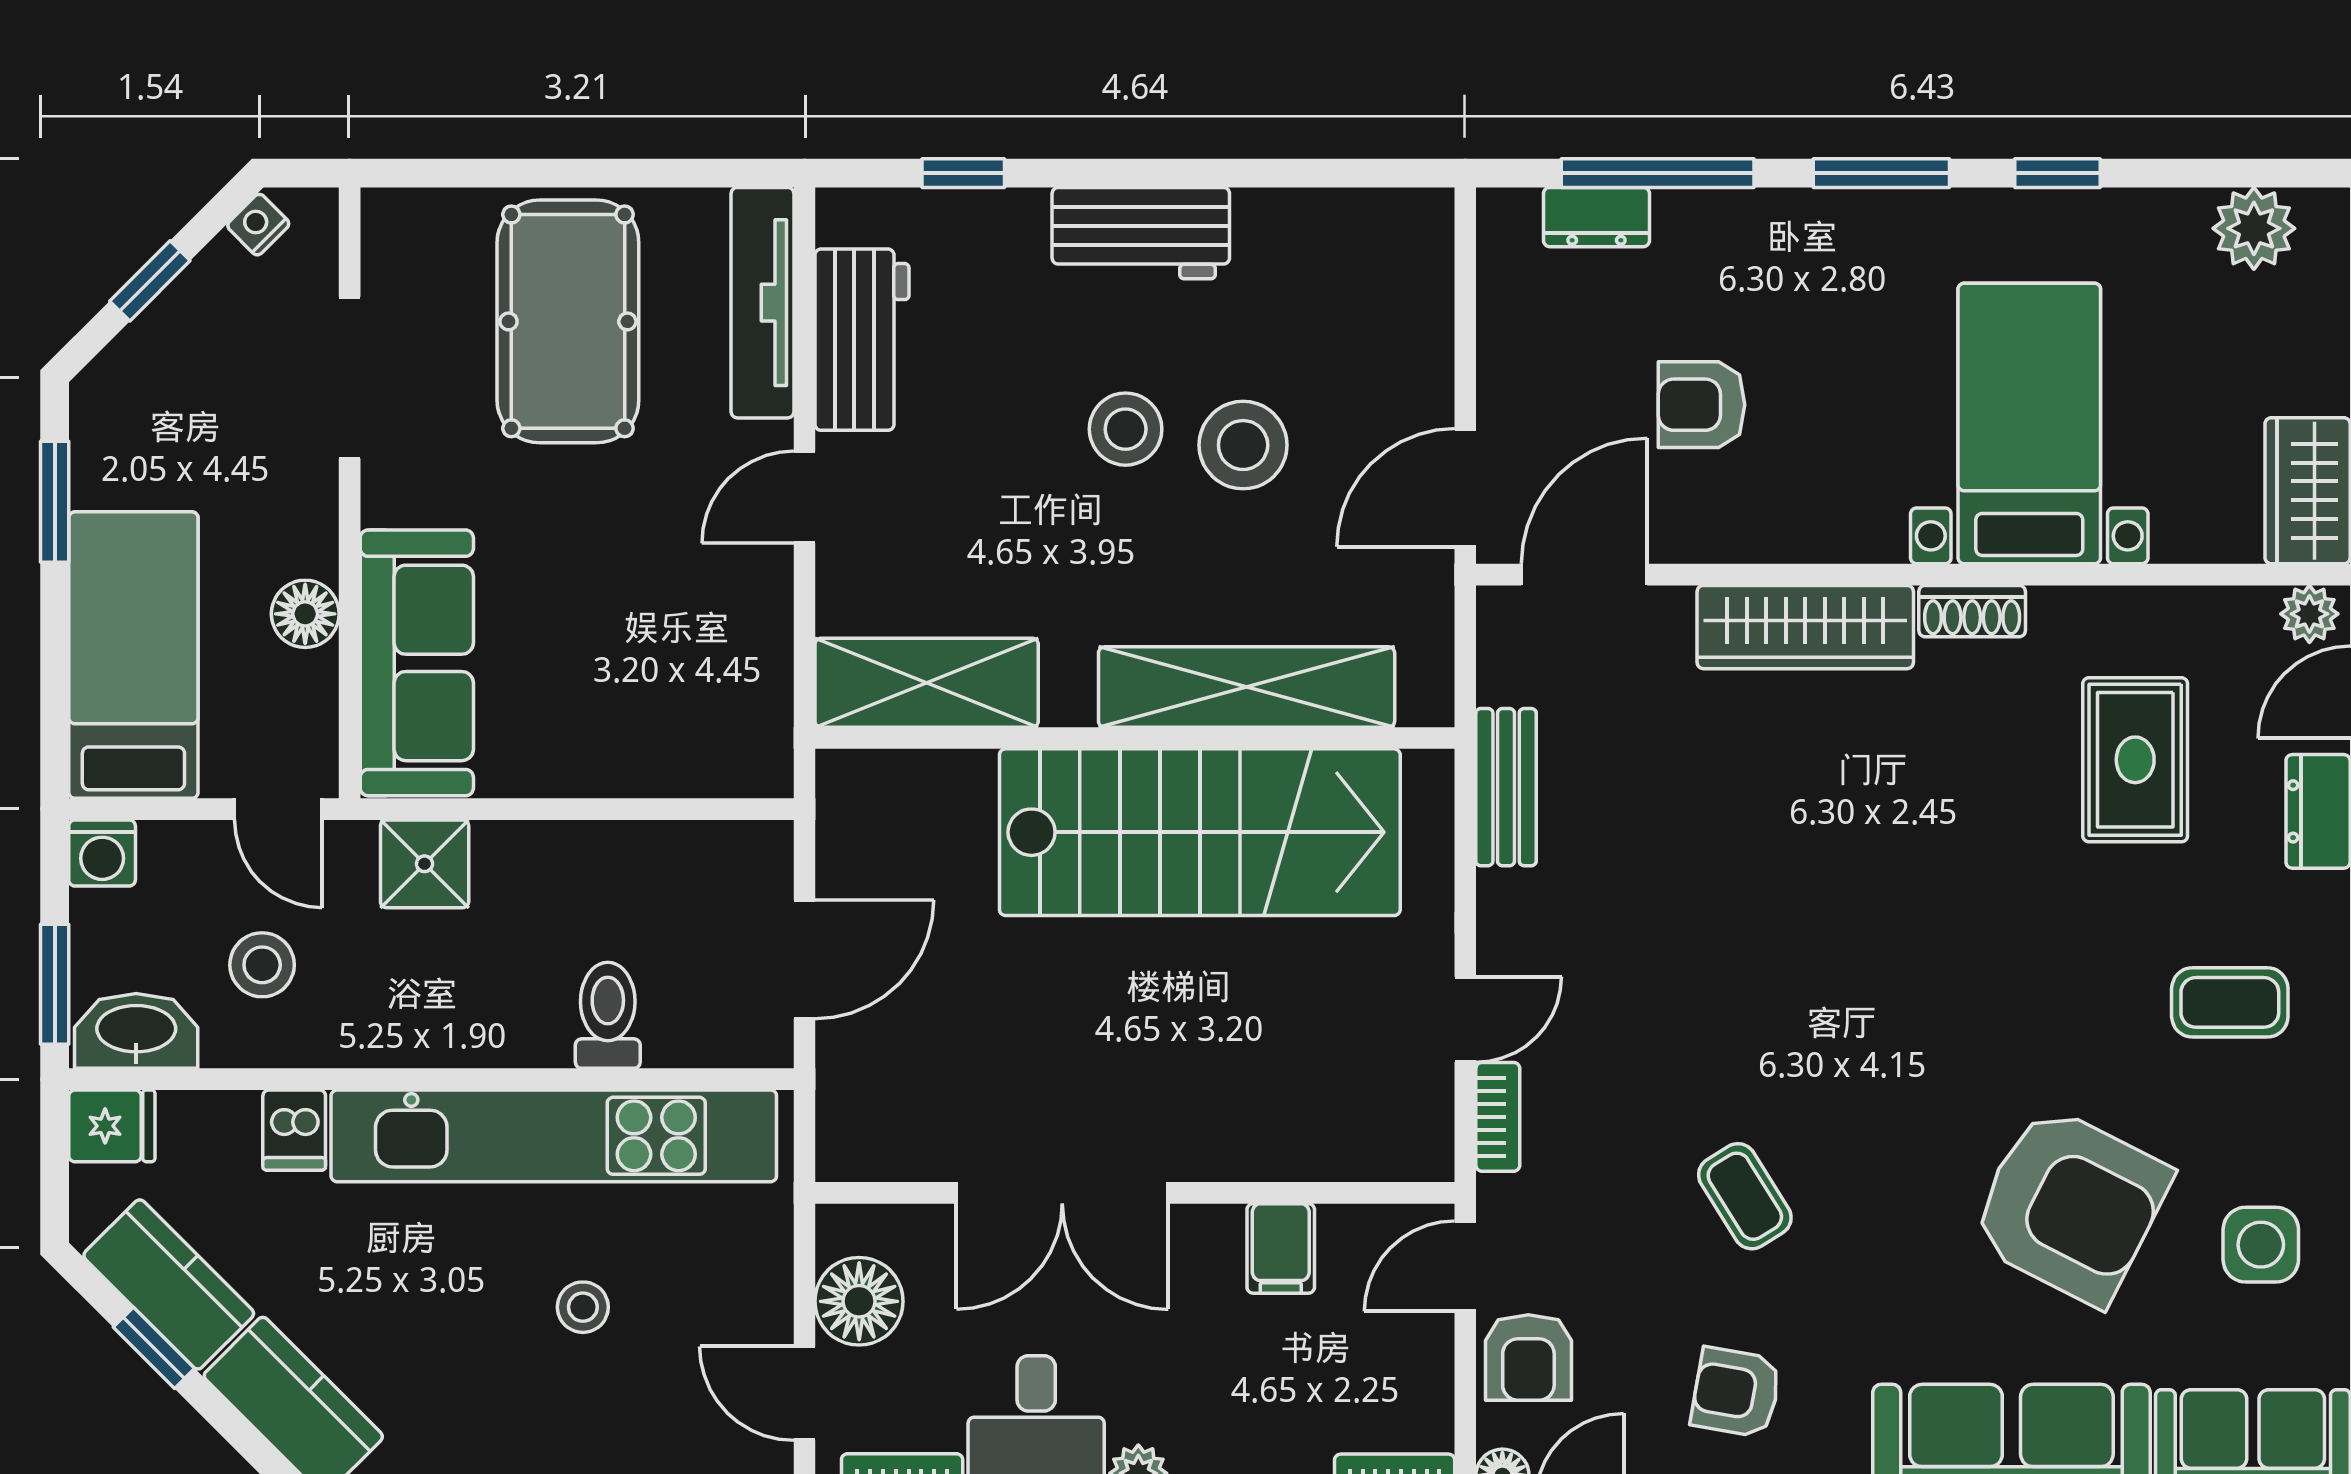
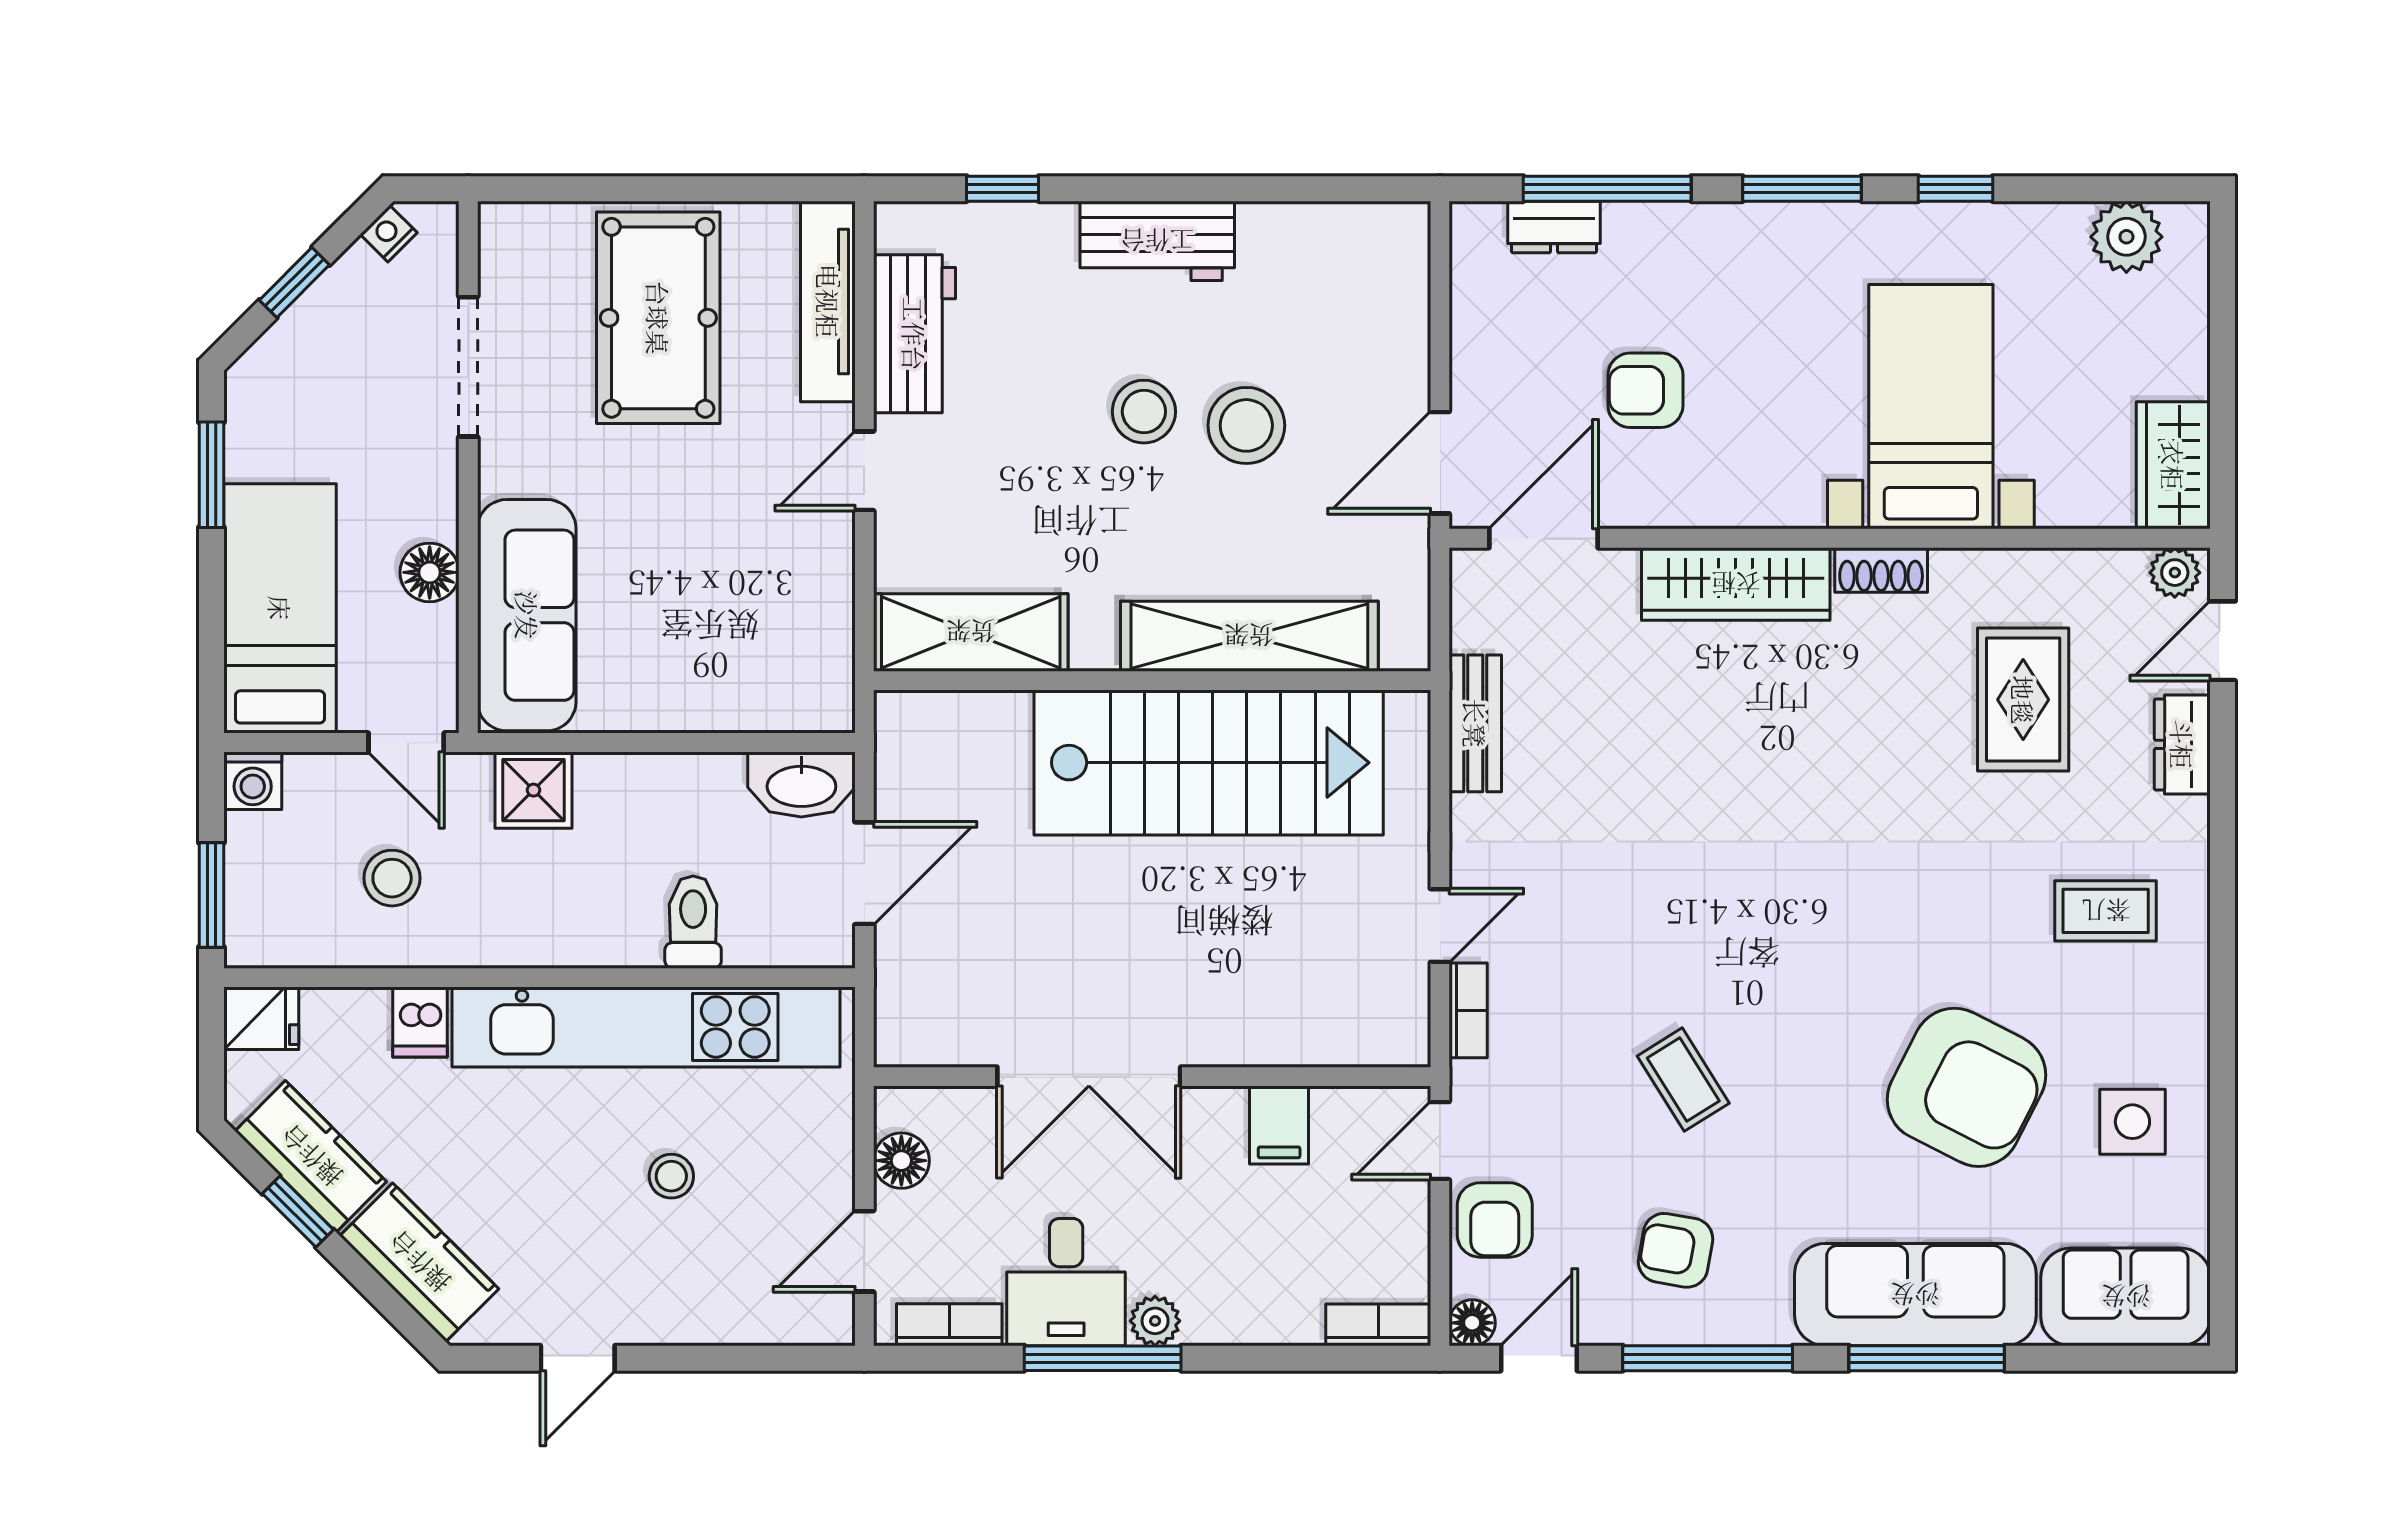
washbasin: (136, 1031) -> (801, 784), moved, turned 180
floor lamp: (859, 1301) -> (901, 1161), width x0.73, depth x0.73
door: (804, 1393) -> (864, 1251), hinge flipped

